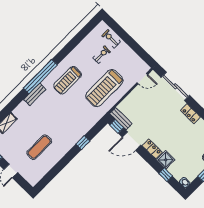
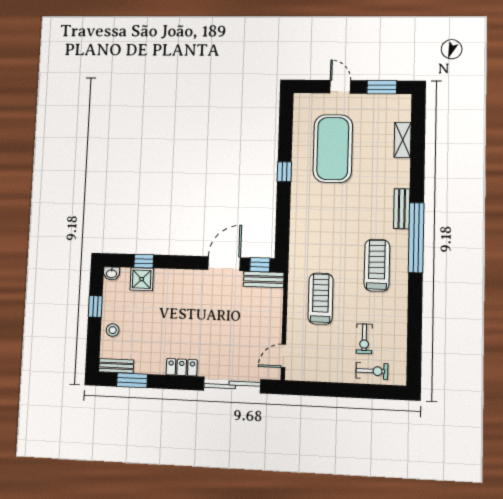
treadmill: (104, 88) -> (321, 299), width x0.73, depth x0.73
window: (83, 143) -> (284, 172), moved
exercise mat: (39, 147) -> (333, 149), width x2.00, depth x1.45
locker: (152, 149) -> (189, 278), removed
shower: (166, 160) -> (142, 279), moved

